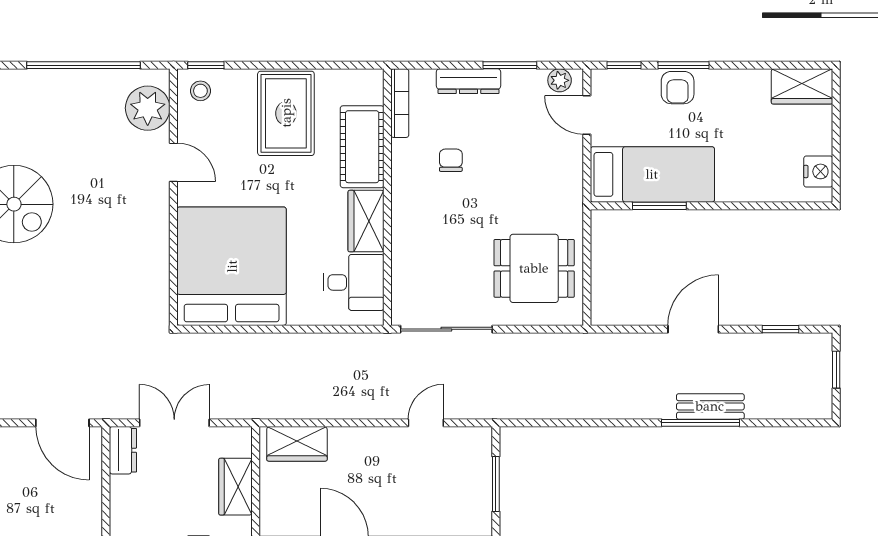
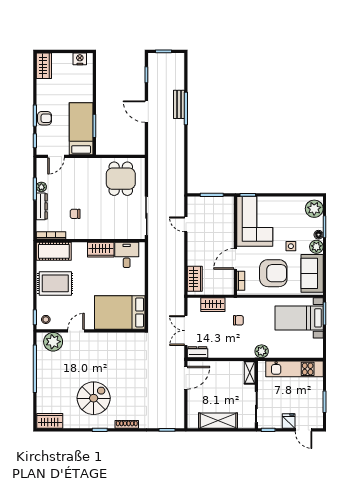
plant: (560, 80) -> (41, 187), moved
cot: (362, 147) -> (54, 251), moved
bed: (232, 266) -> (120, 312), width x0.73

